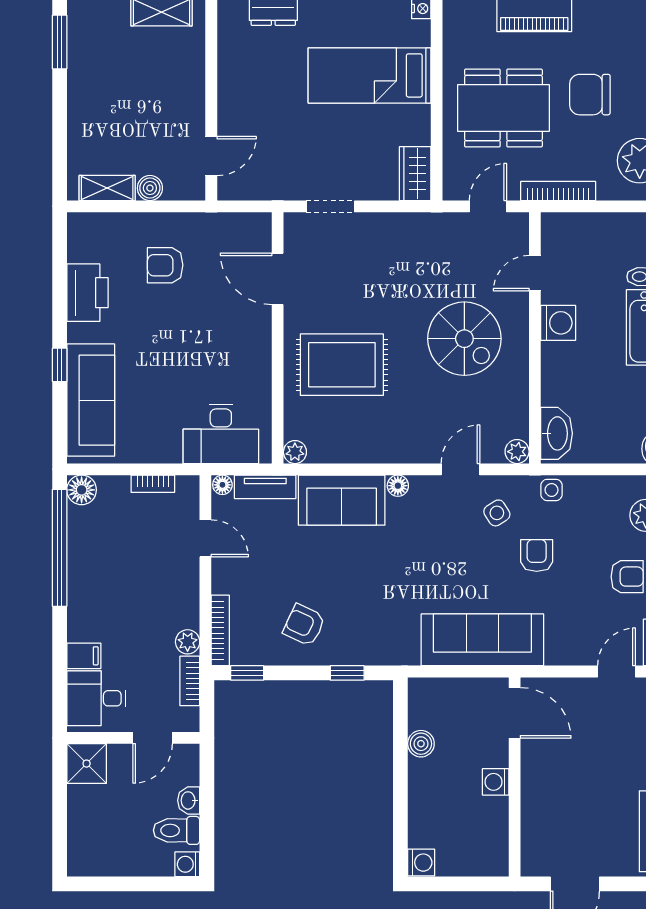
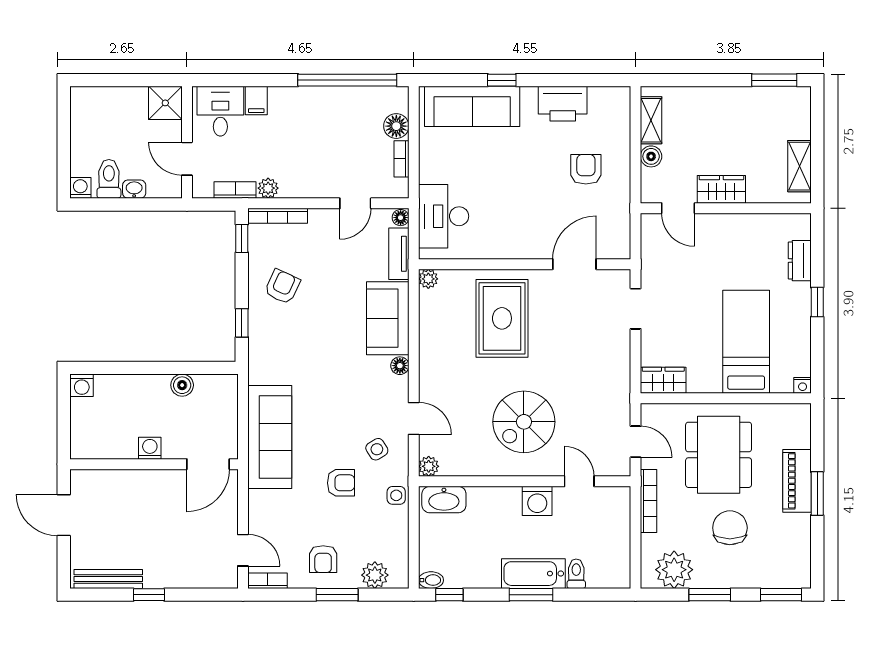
wardrobe: (189, 105) -> (721, 189), added
floor lamp: (82, 490) -> (396, 126), moved

